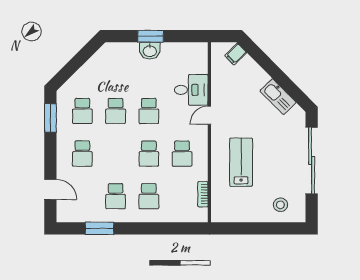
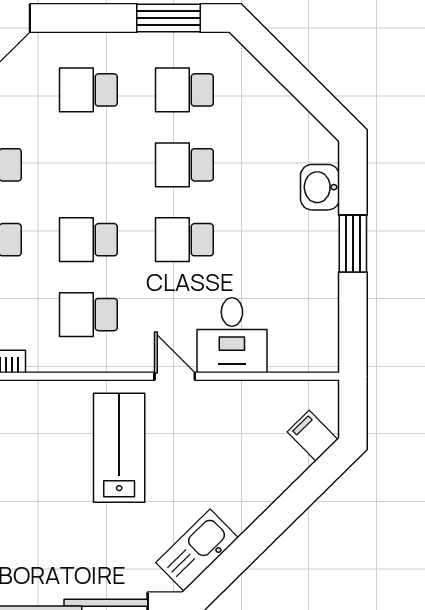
washbasin: (150, 51) -> (320, 187), moved
kitchen sink: (278, 97) -> (197, 550), moved
lab bench: (241, 162) -> (119, 448), moved, turned -90

